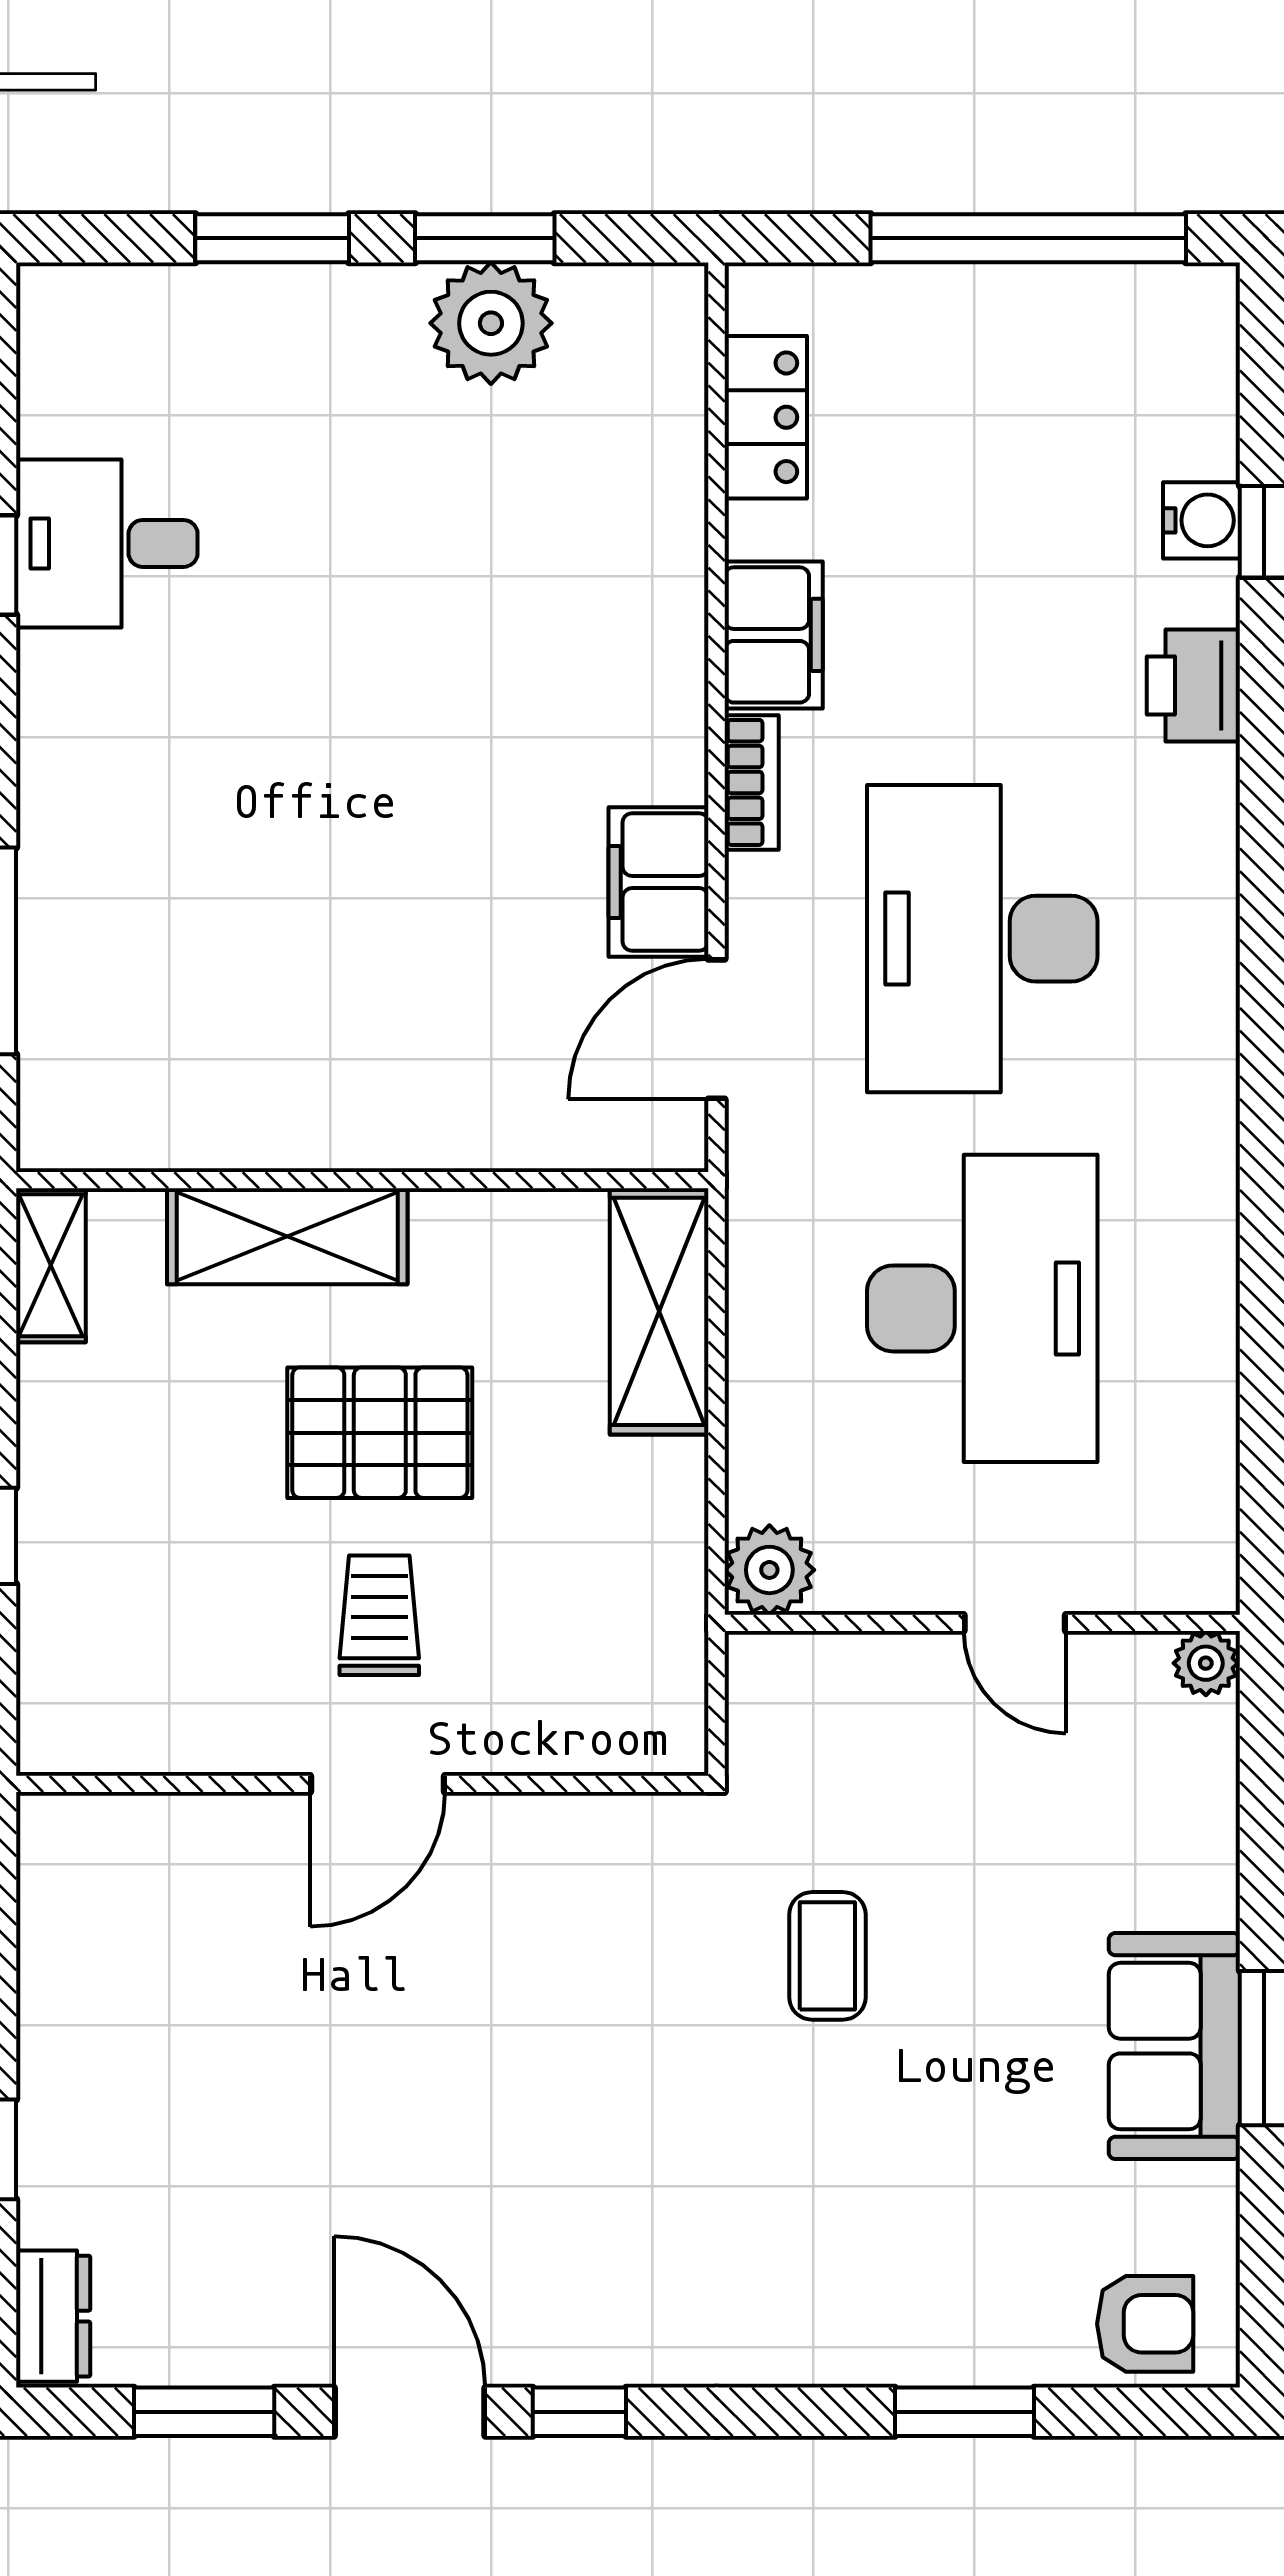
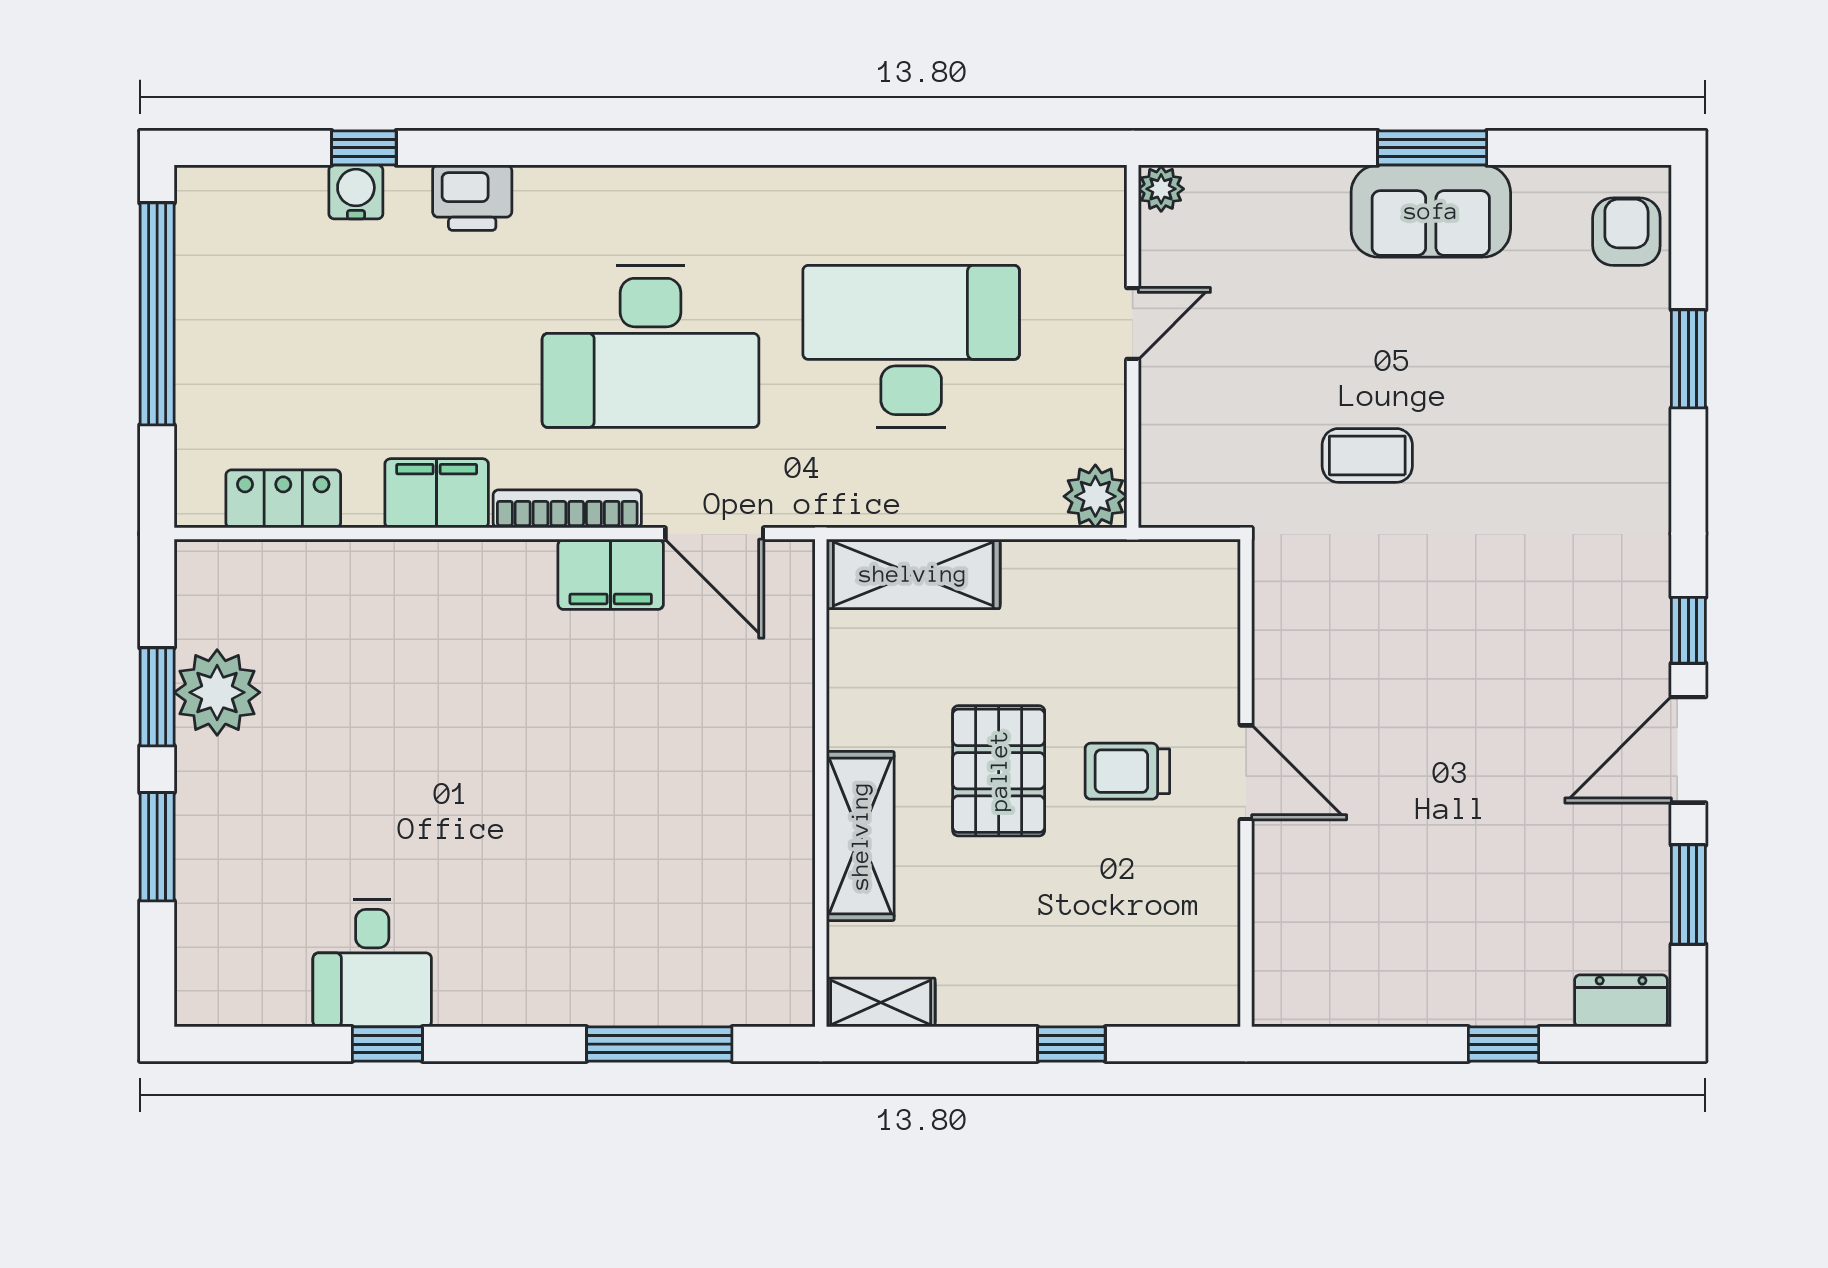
bookcase: (752, 782) -> (567, 509), width x1.56

